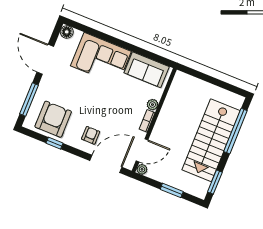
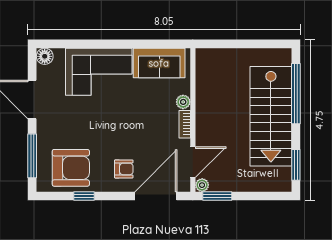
armchair: (53, 119) -> (71, 168), turned 90
armchair: (91, 135) -> (124, 169), turned 90
window: (172, 190) -> (217, 196), moved

